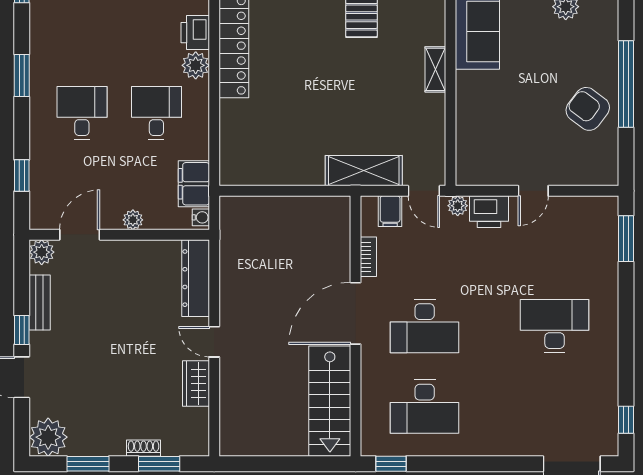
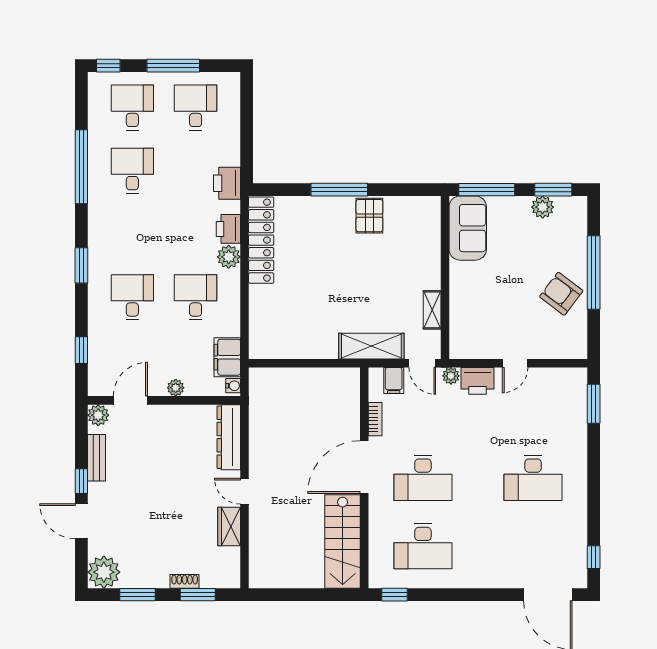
shelving: (435, 69) -> (432, 310), moved
desk: (555, 326) -> (533, 478), turned 180

